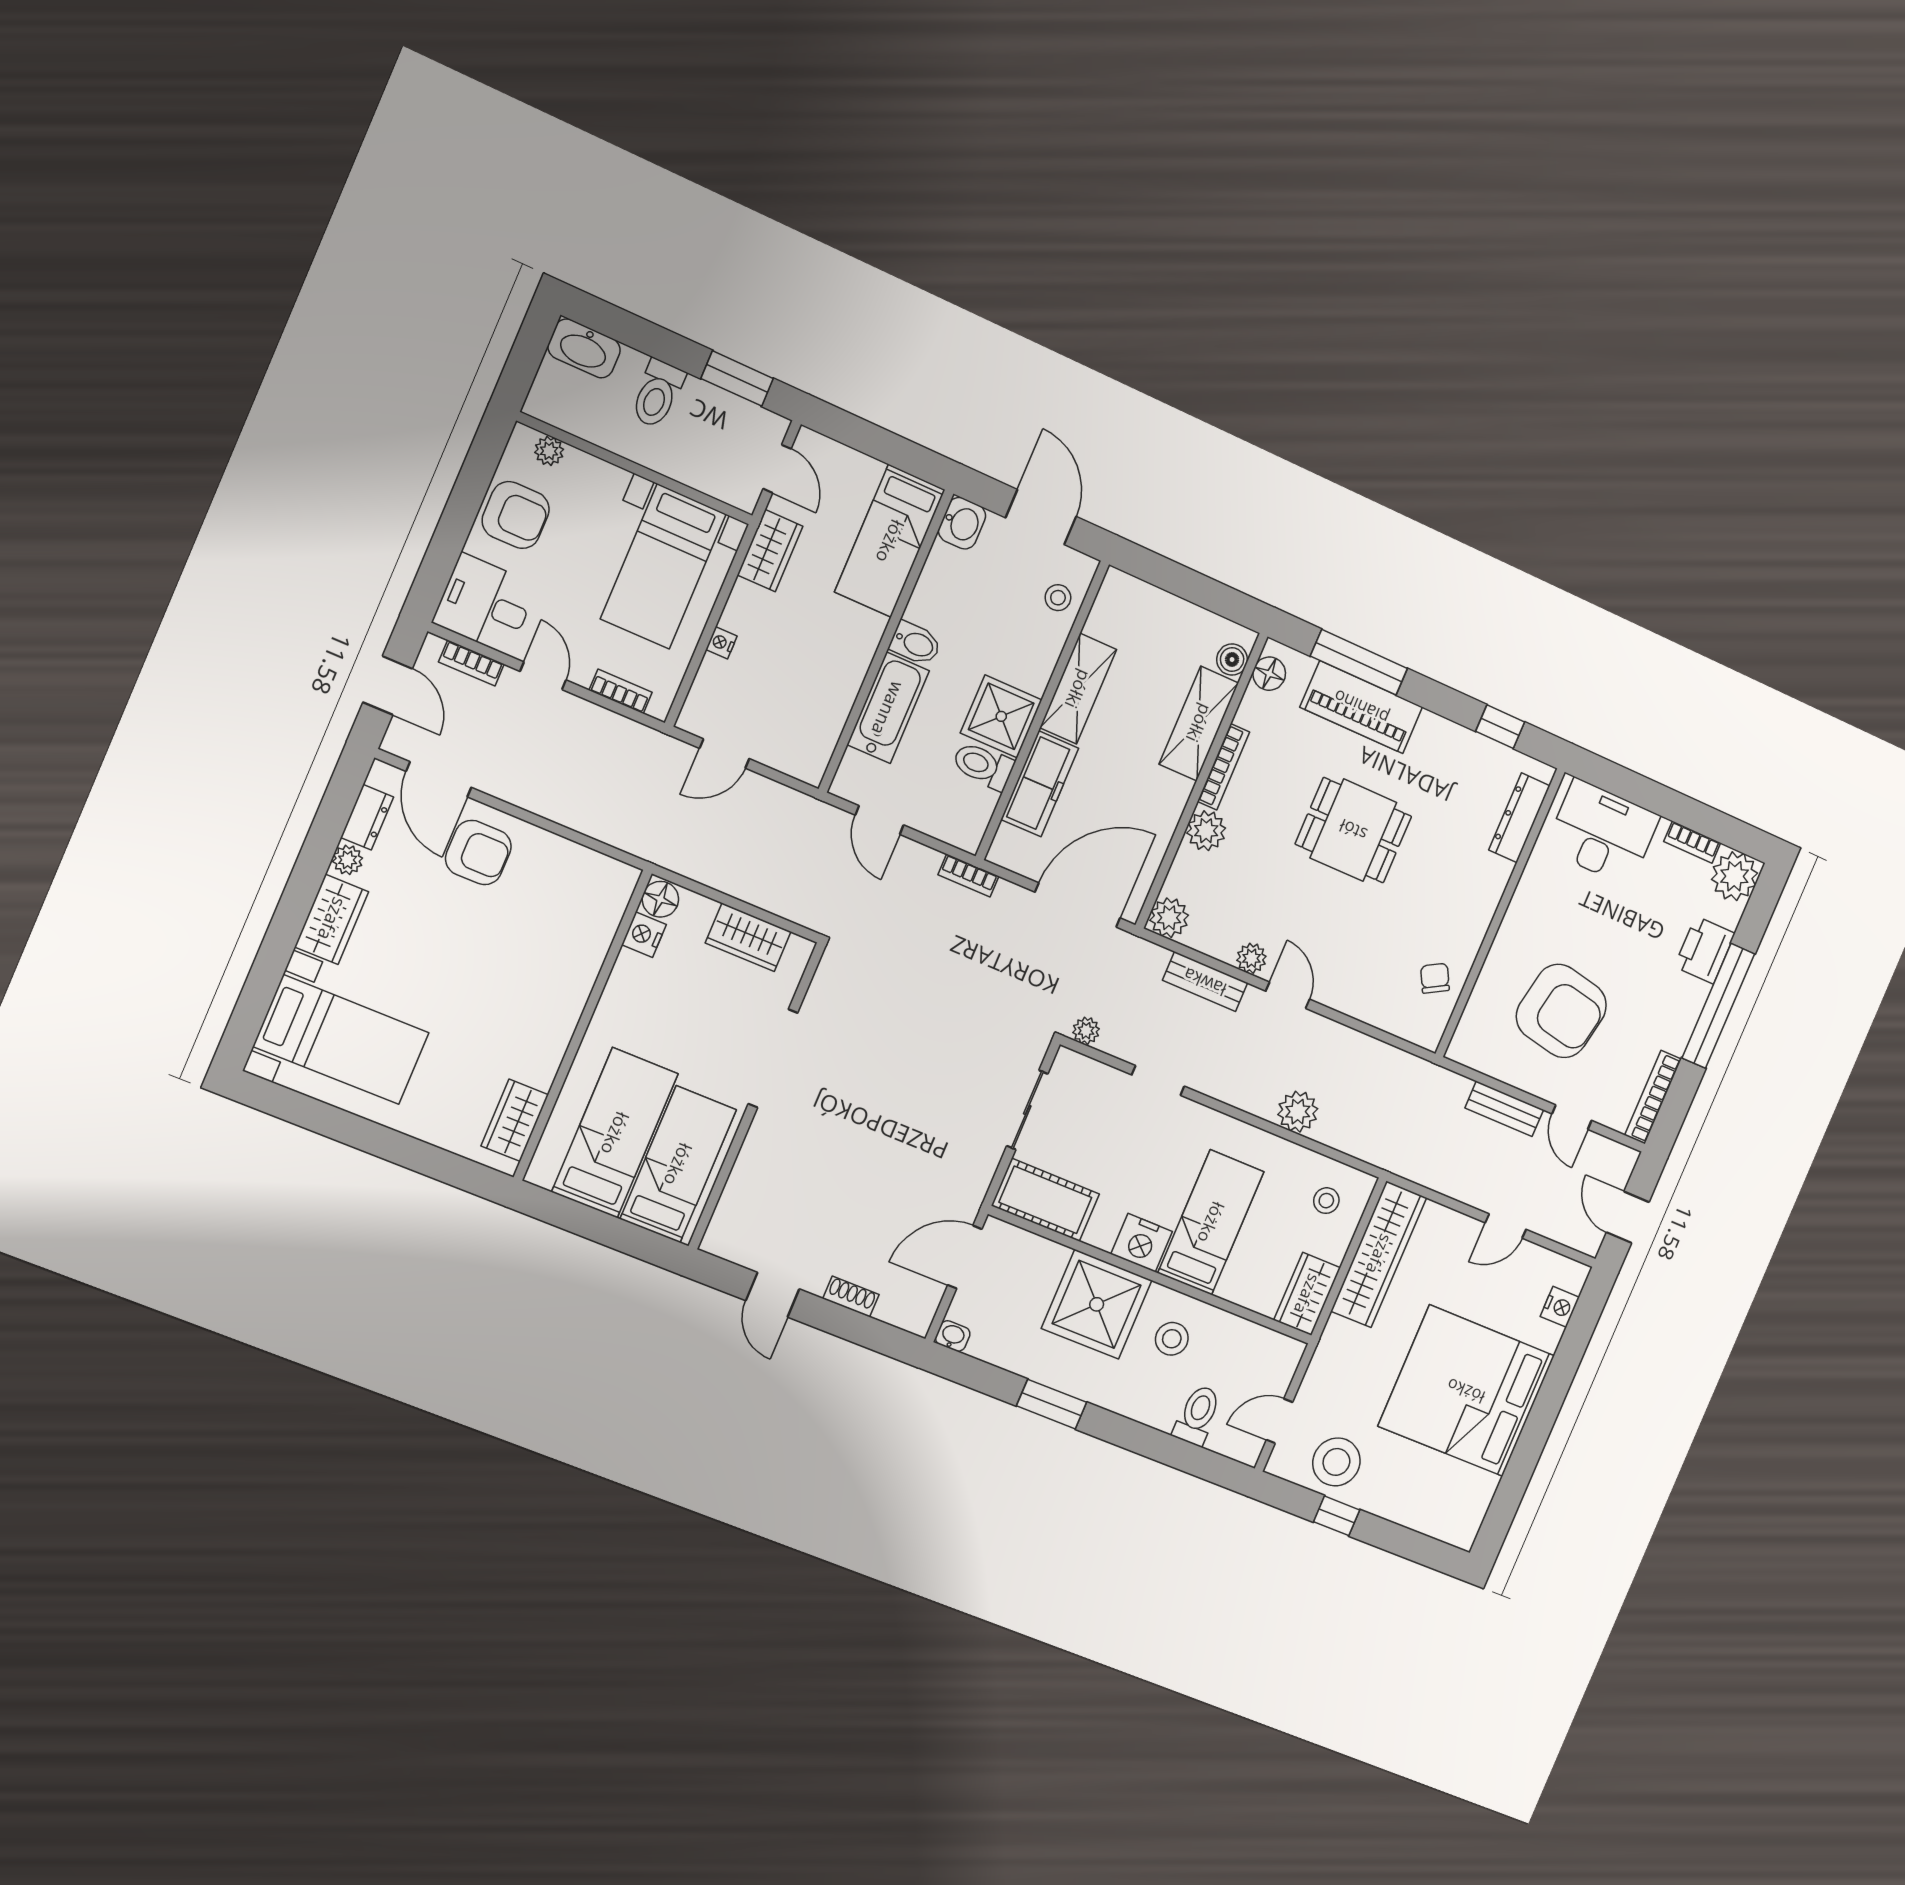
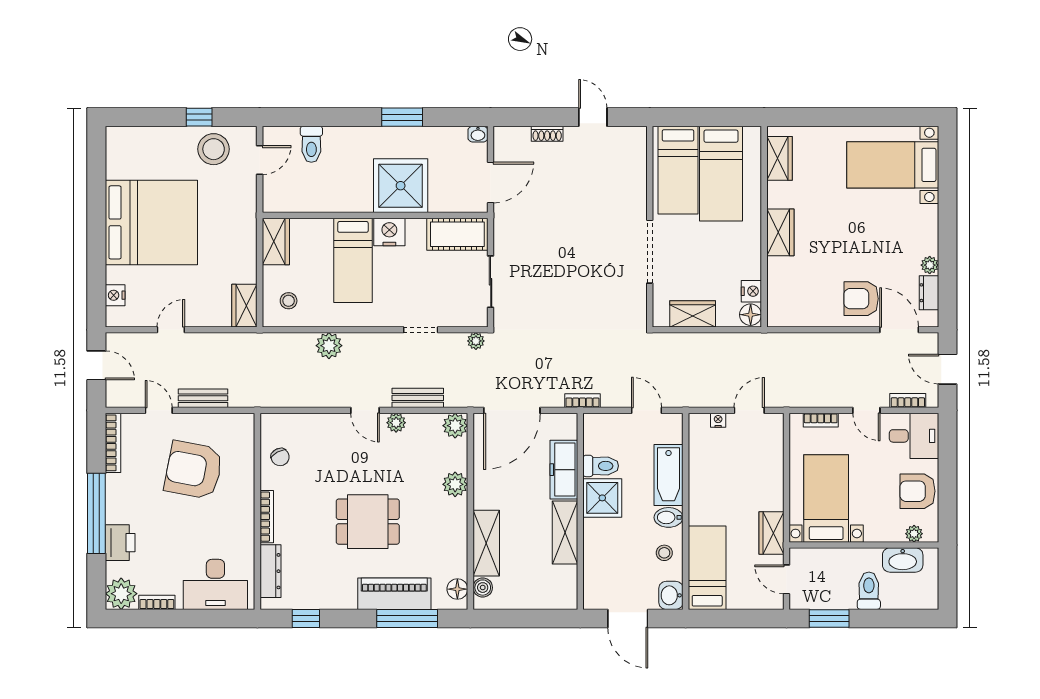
washbasin: (584, 348) -> (903, 560), moved, turned 180
stool: (1058, 598) -> (664, 553), moved
nightstand: (721, 643) -> (718, 420), moved, turned -90
bookcase: (1224, 767) -> (267, 517), moved, turned 180
wardrobe: (332, 919) -> (780, 232), moved, turned 180
wardrobe: (1379, 1254) -> (244, 306), width x0.48, depth x0.85
stool: (1172, 1339) -> (347, 183), removed

